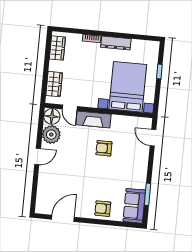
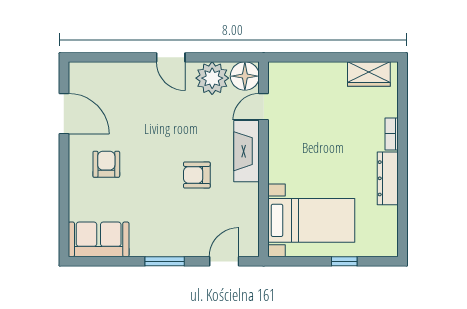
wardrobe: (54, 84) -> (303, 74), removed
bed with nightstands: (128, 87) -> (311, 220), width x0.73
armchair: (104, 148) -> (197, 175), turned -90
window: (148, 194) -> (165, 261), moved
armchair: (103, 209) -> (106, 164), moved

